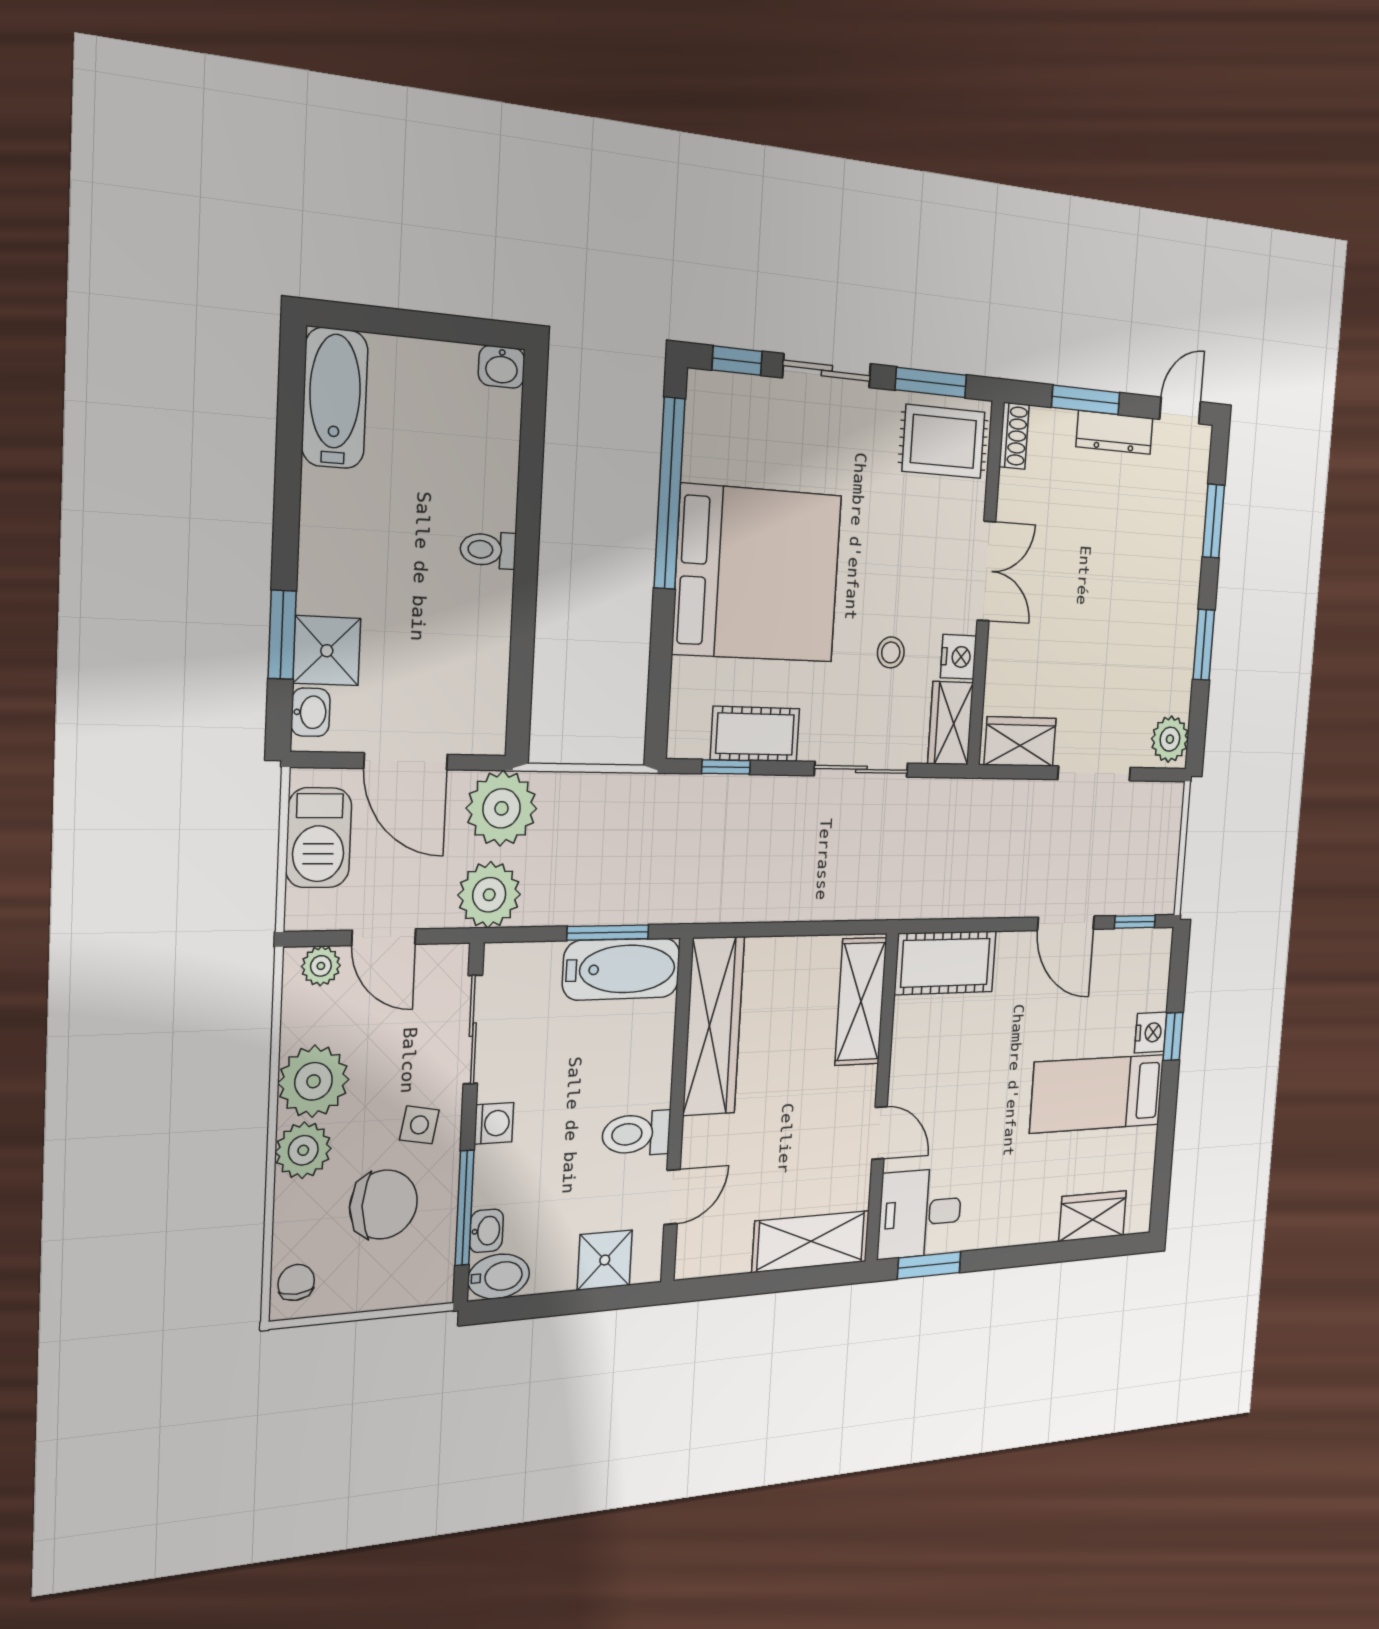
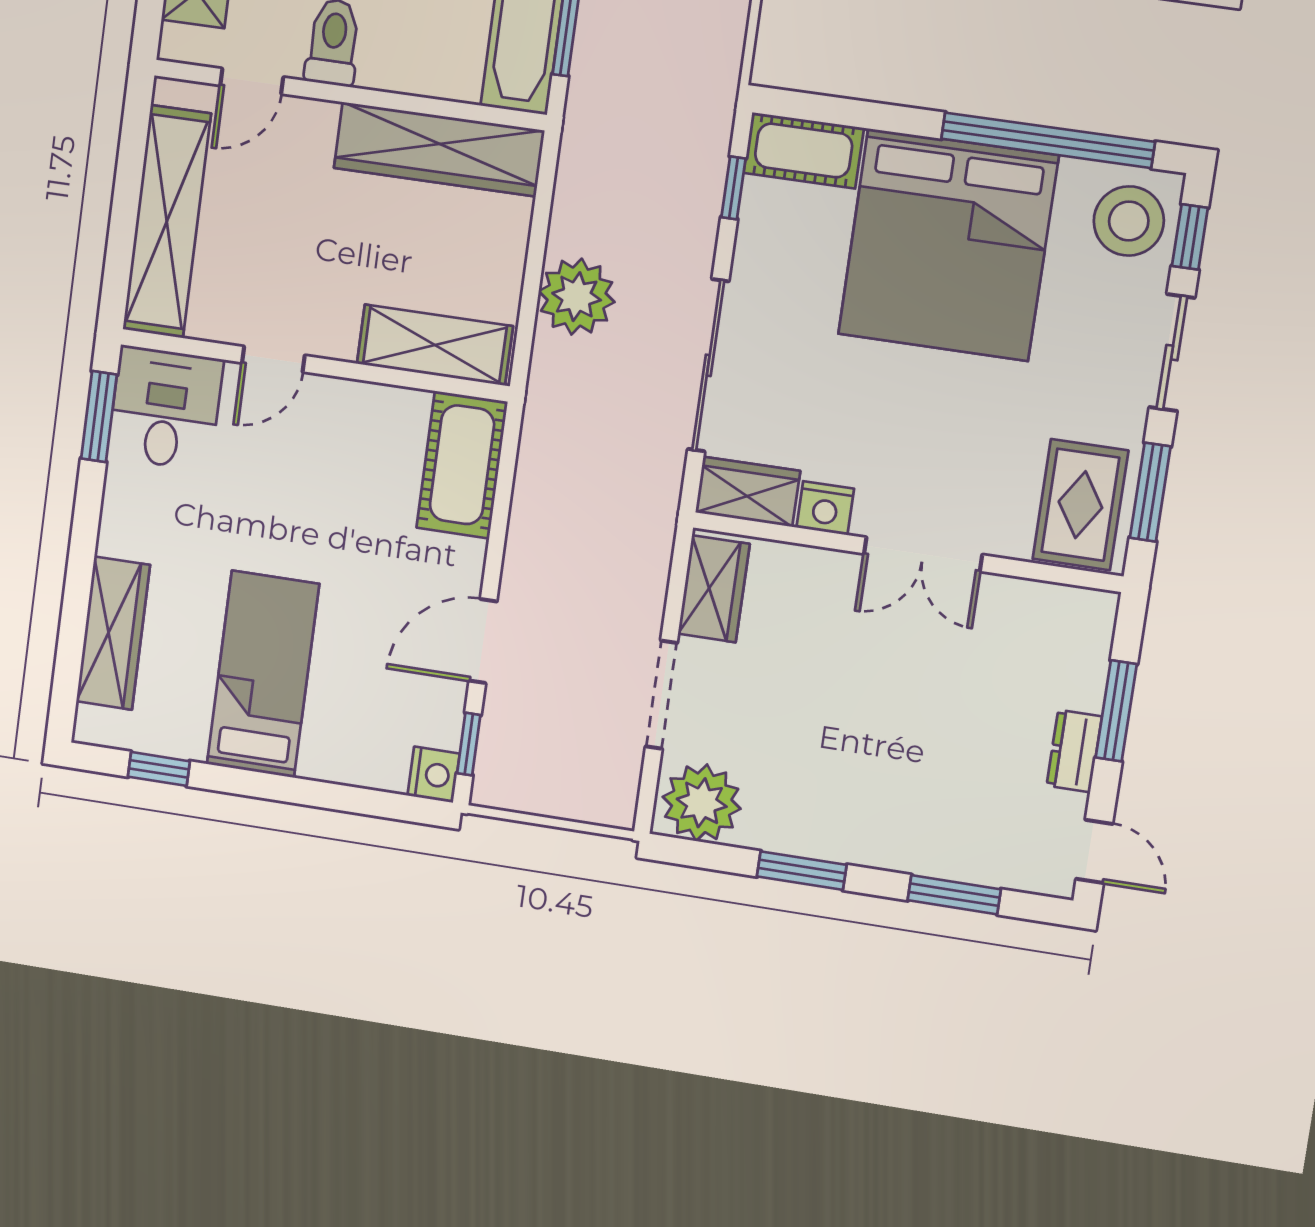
dresser: (1115, 432) -> (1074, 751), width x0.70
shoe rack: (1014, 436) -> (1080, 604), removed
stool: (891, 652) -> (1129, 221), moved, width x1.89, depth x1.89
cot: (755, 734) -> (804, 150), moved, turned 90
plant: (1170, 739) -> (702, 803), width x1.36, depth x1.36
sliding door: (861, 769) -> (708, 365), width x1.37
plant: (818, 889) -> (577, 297), added
nightstand: (1151, 1032) -> (434, 775), moved, turned -90
window: (1173, 1036) -> (159, 769), moved
door: (672, 1197) -> (252, 81), hinge flipped
wardrobe: (1093, 1216) -> (113, 633), width x1.50
shelving: (811, 1241) -> (167, 222), width x1.47

